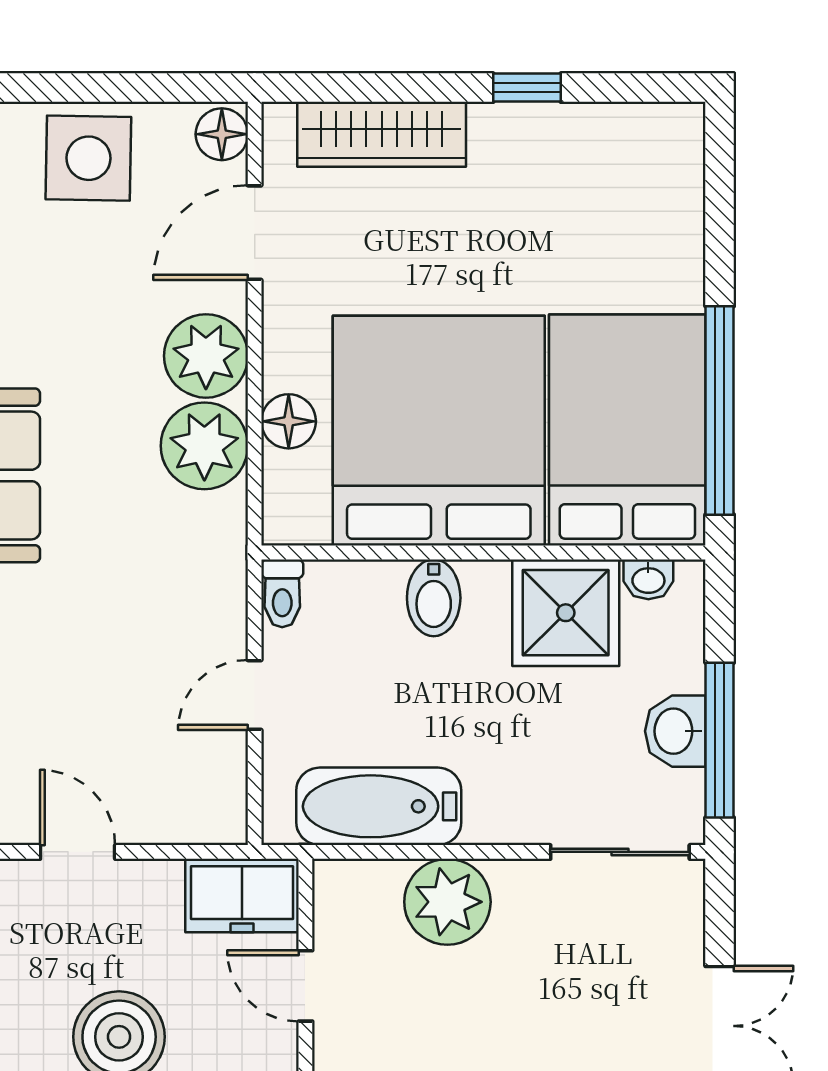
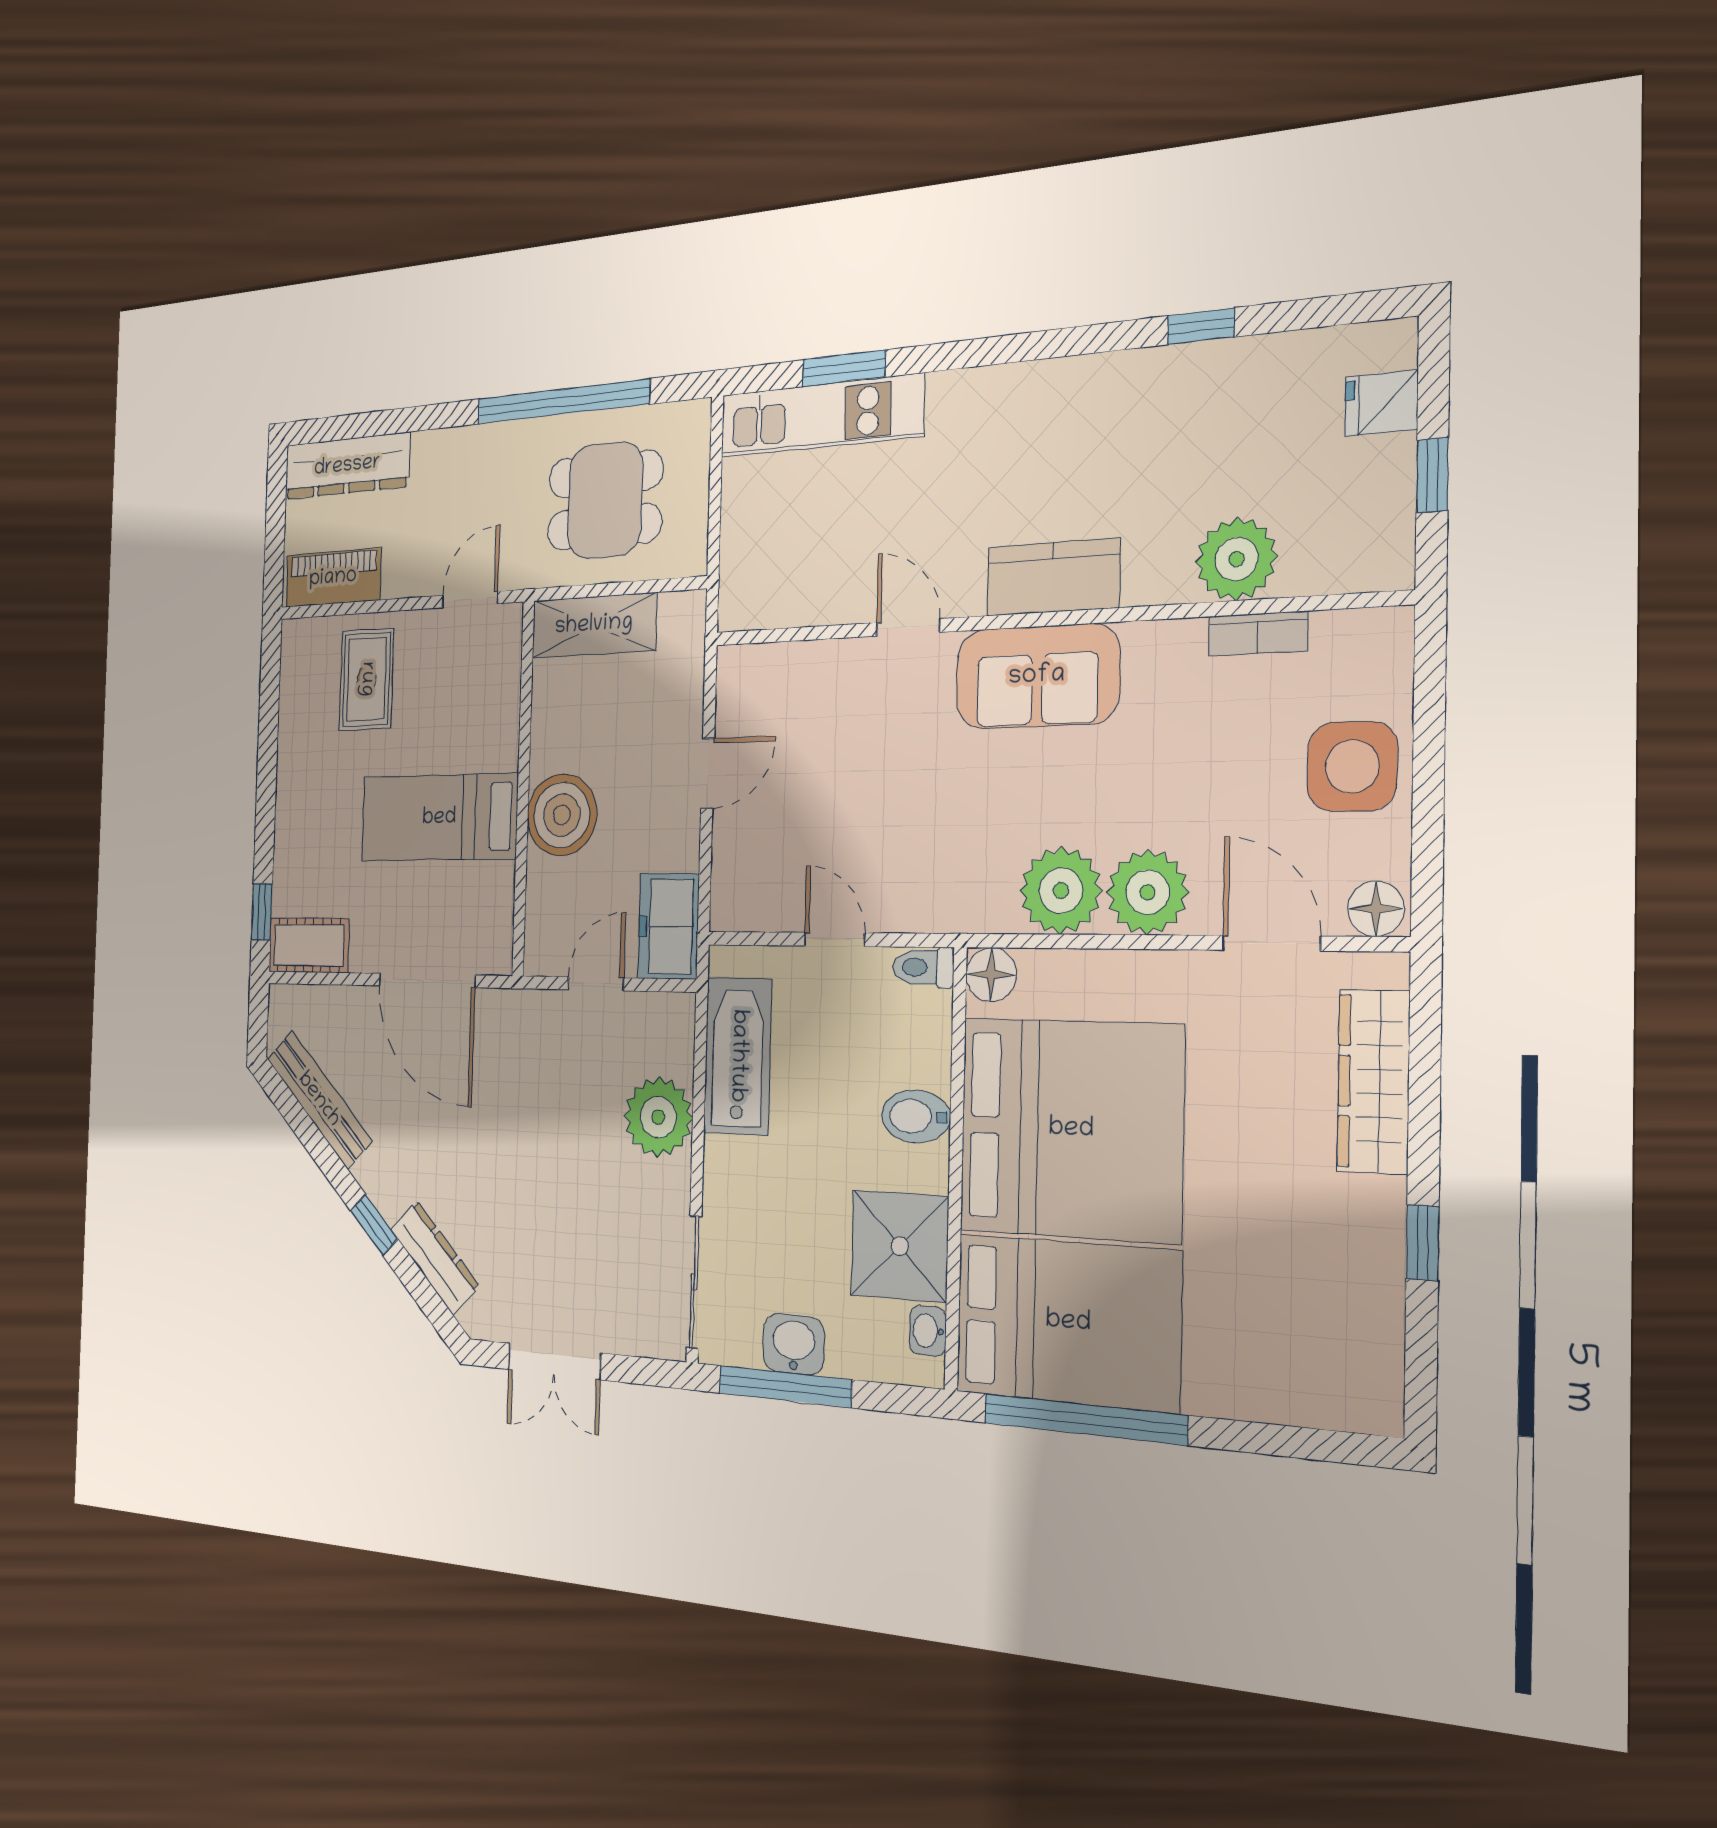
floor lamp: (289, 421) -> (991, 975), moved

